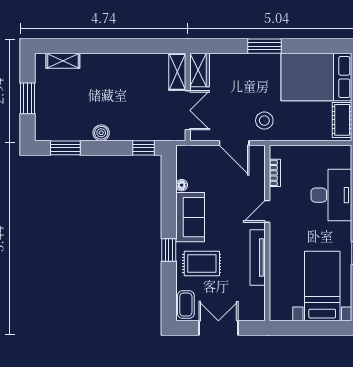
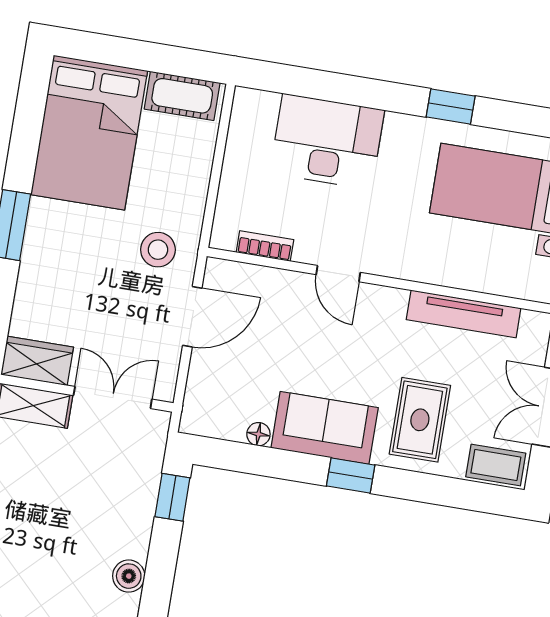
window: (169, 250) -> (351, 476), moved
tv unit: (258, 257) -> (464, 314), moved

